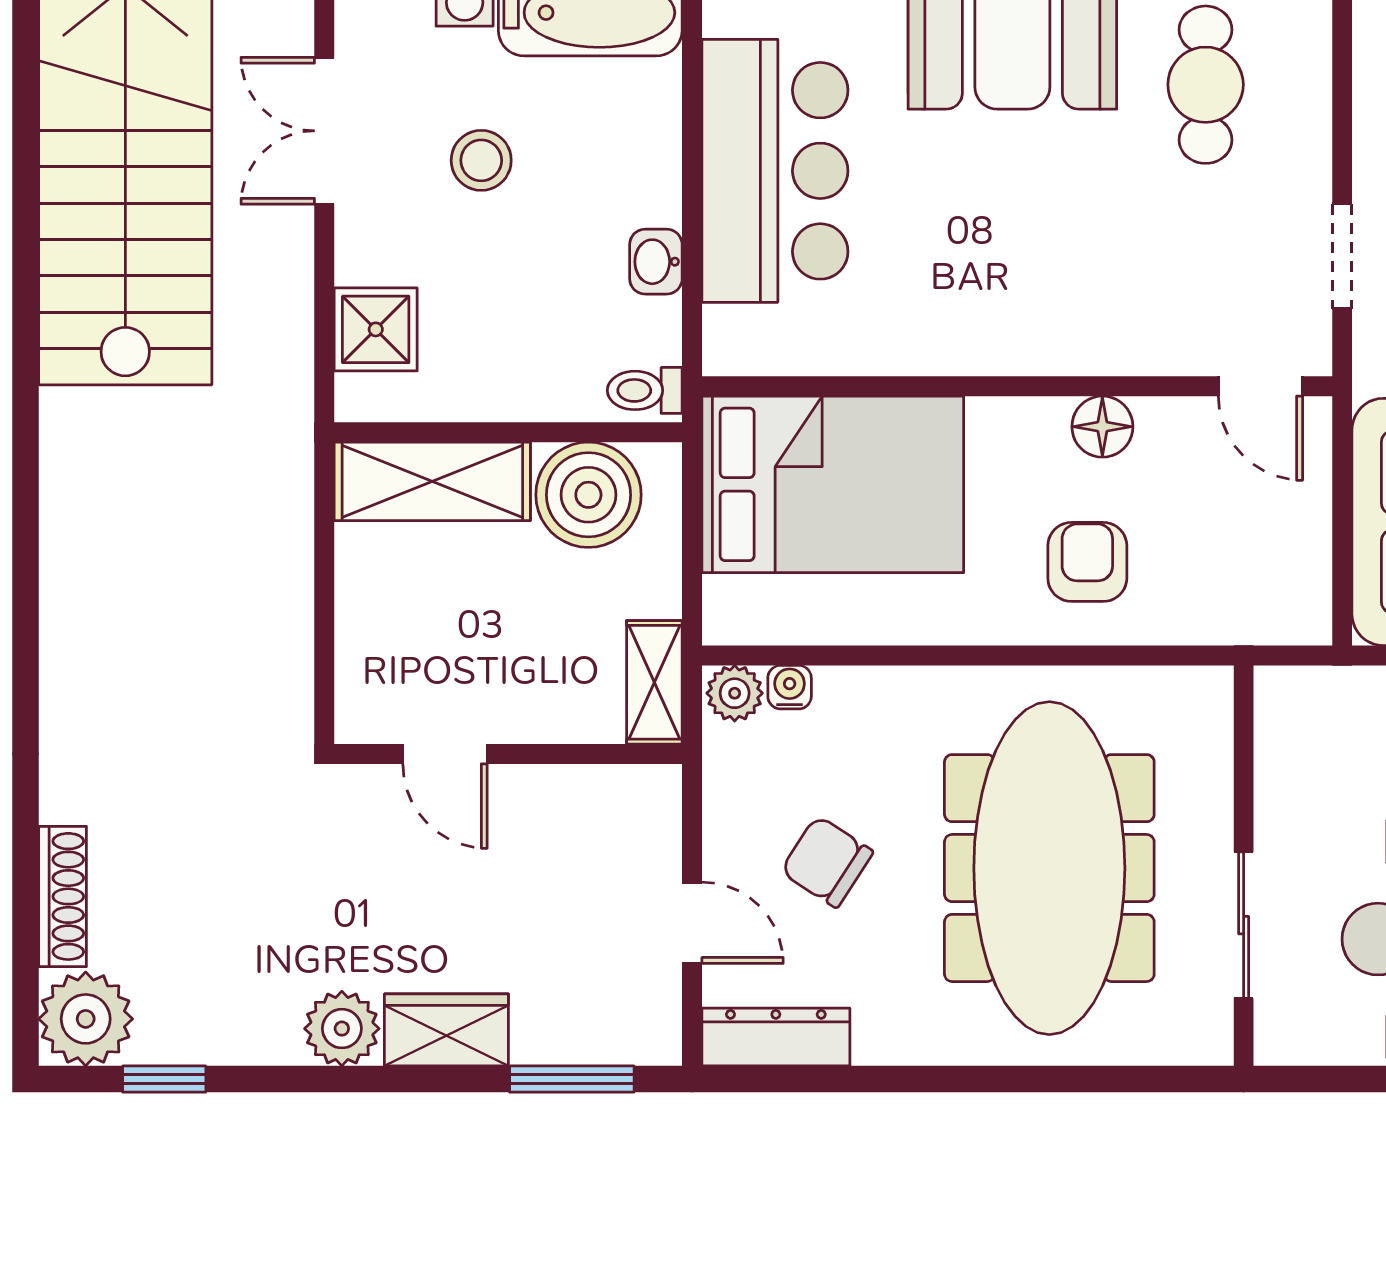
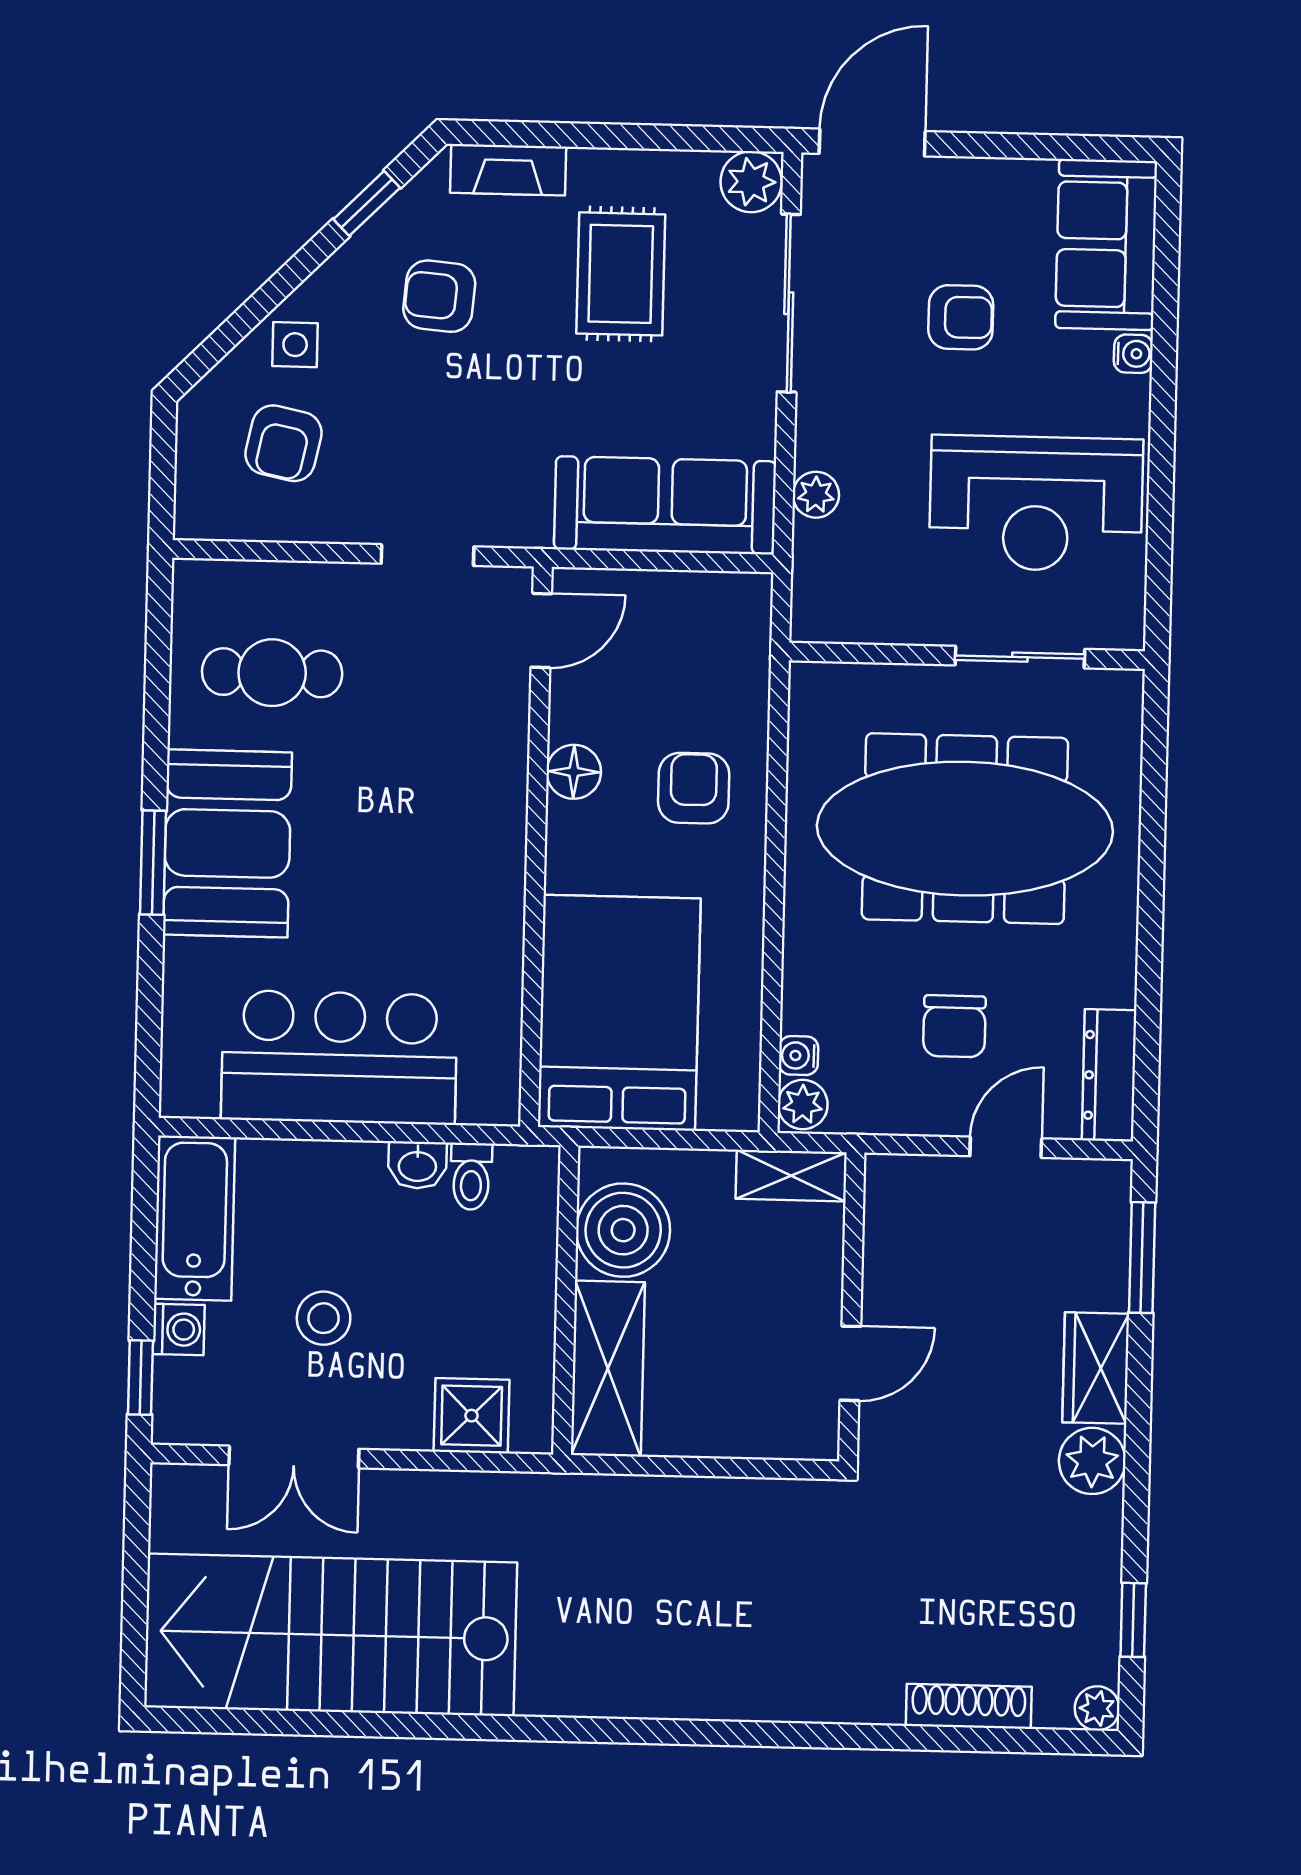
toilet: (645, 390) -> (471, 1176), moved
armchair: (1087, 562) -> (694, 788), turned 90
chair: (827, 862) -> (954, 1026), turned -33
plant: (86, 1019) -> (1097, 1708), width x0.53, depth x0.53

